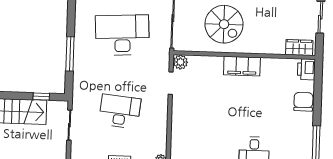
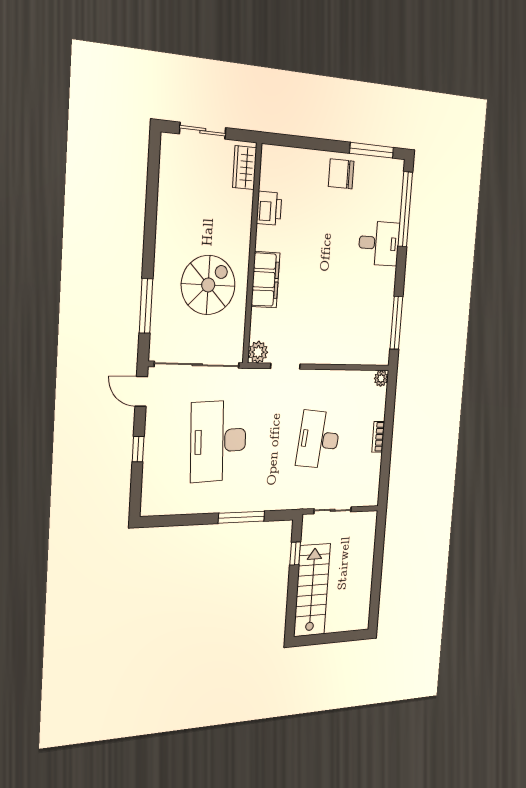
filing cabinet: (242, 66) -> (265, 280), moved
printer: (306, 69) -> (269, 208), moved, turned -90
chair: (303, 102) -> (341, 174), moved

